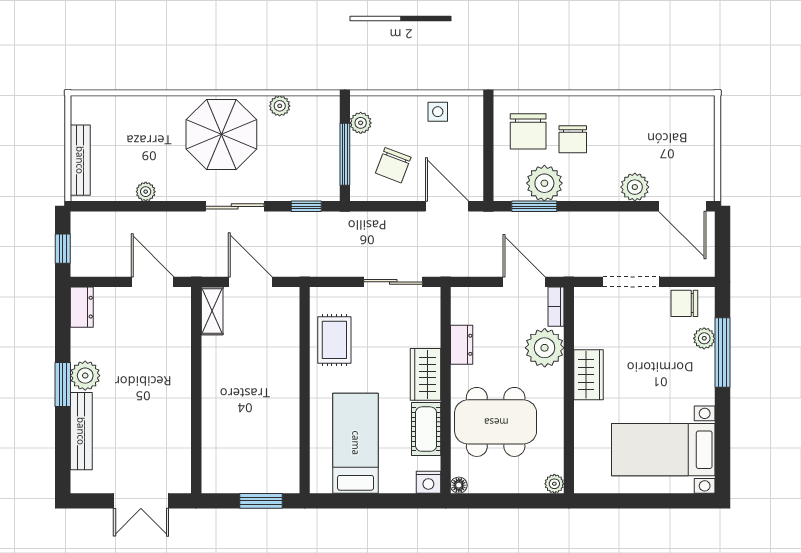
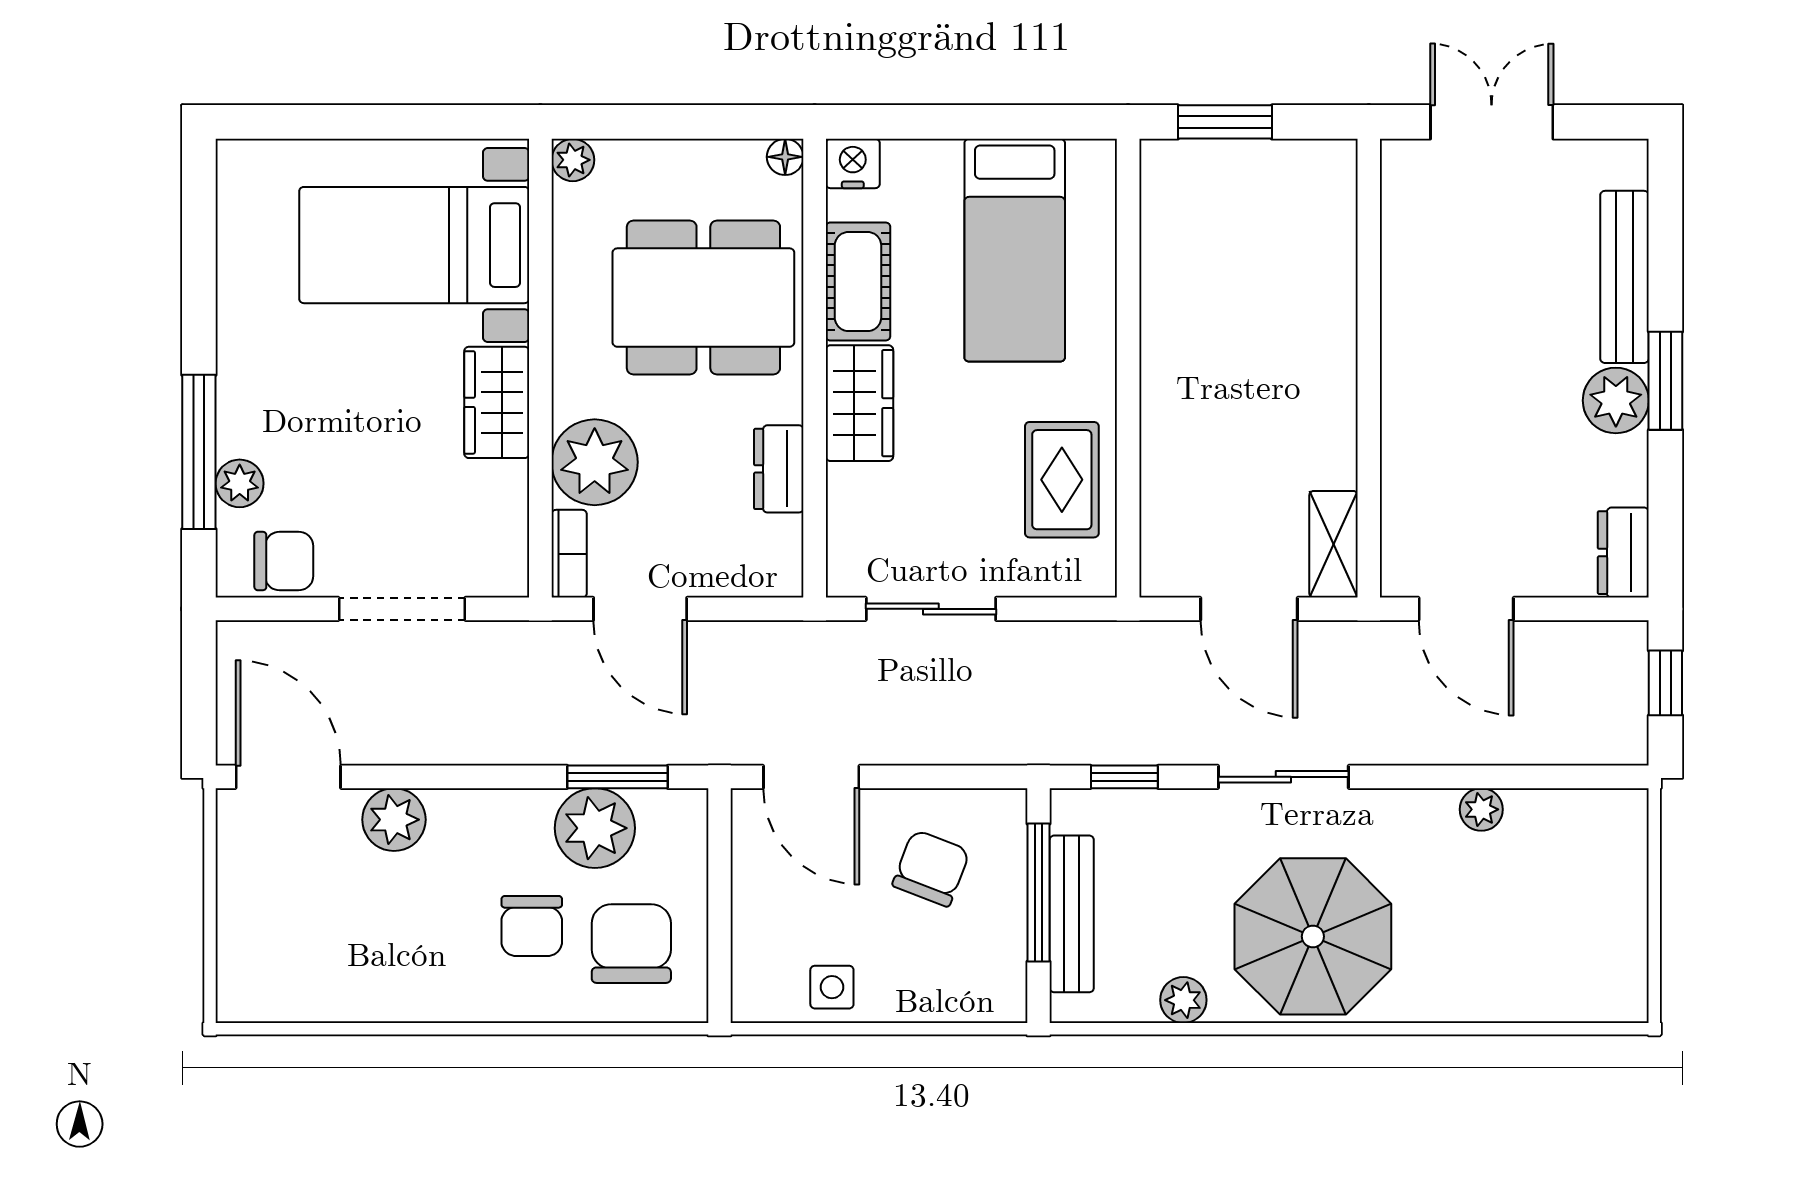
plant: (361, 123) -> (1003, 962), removed
chair: (573, 139) -> (532, 926), turned 180
bench: (80, 160) -> (1072, 914), moved
bed with nightstands: (663, 450) -> (414, 245), moved, turned 180

